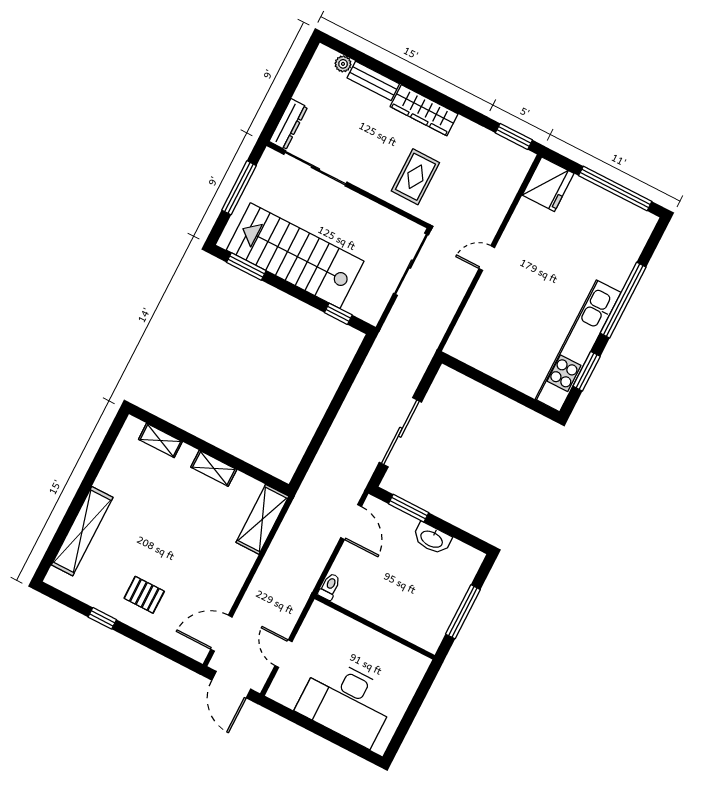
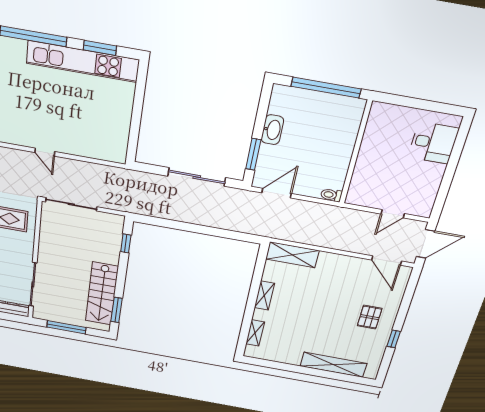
stairs: (295, 256) -> (102, 294), width x0.73, depth x0.66
window: (463, 612) -> (326, 88), width x1.46
desk: (346, 702) -> (433, 143), width x0.53, depth x0.77

